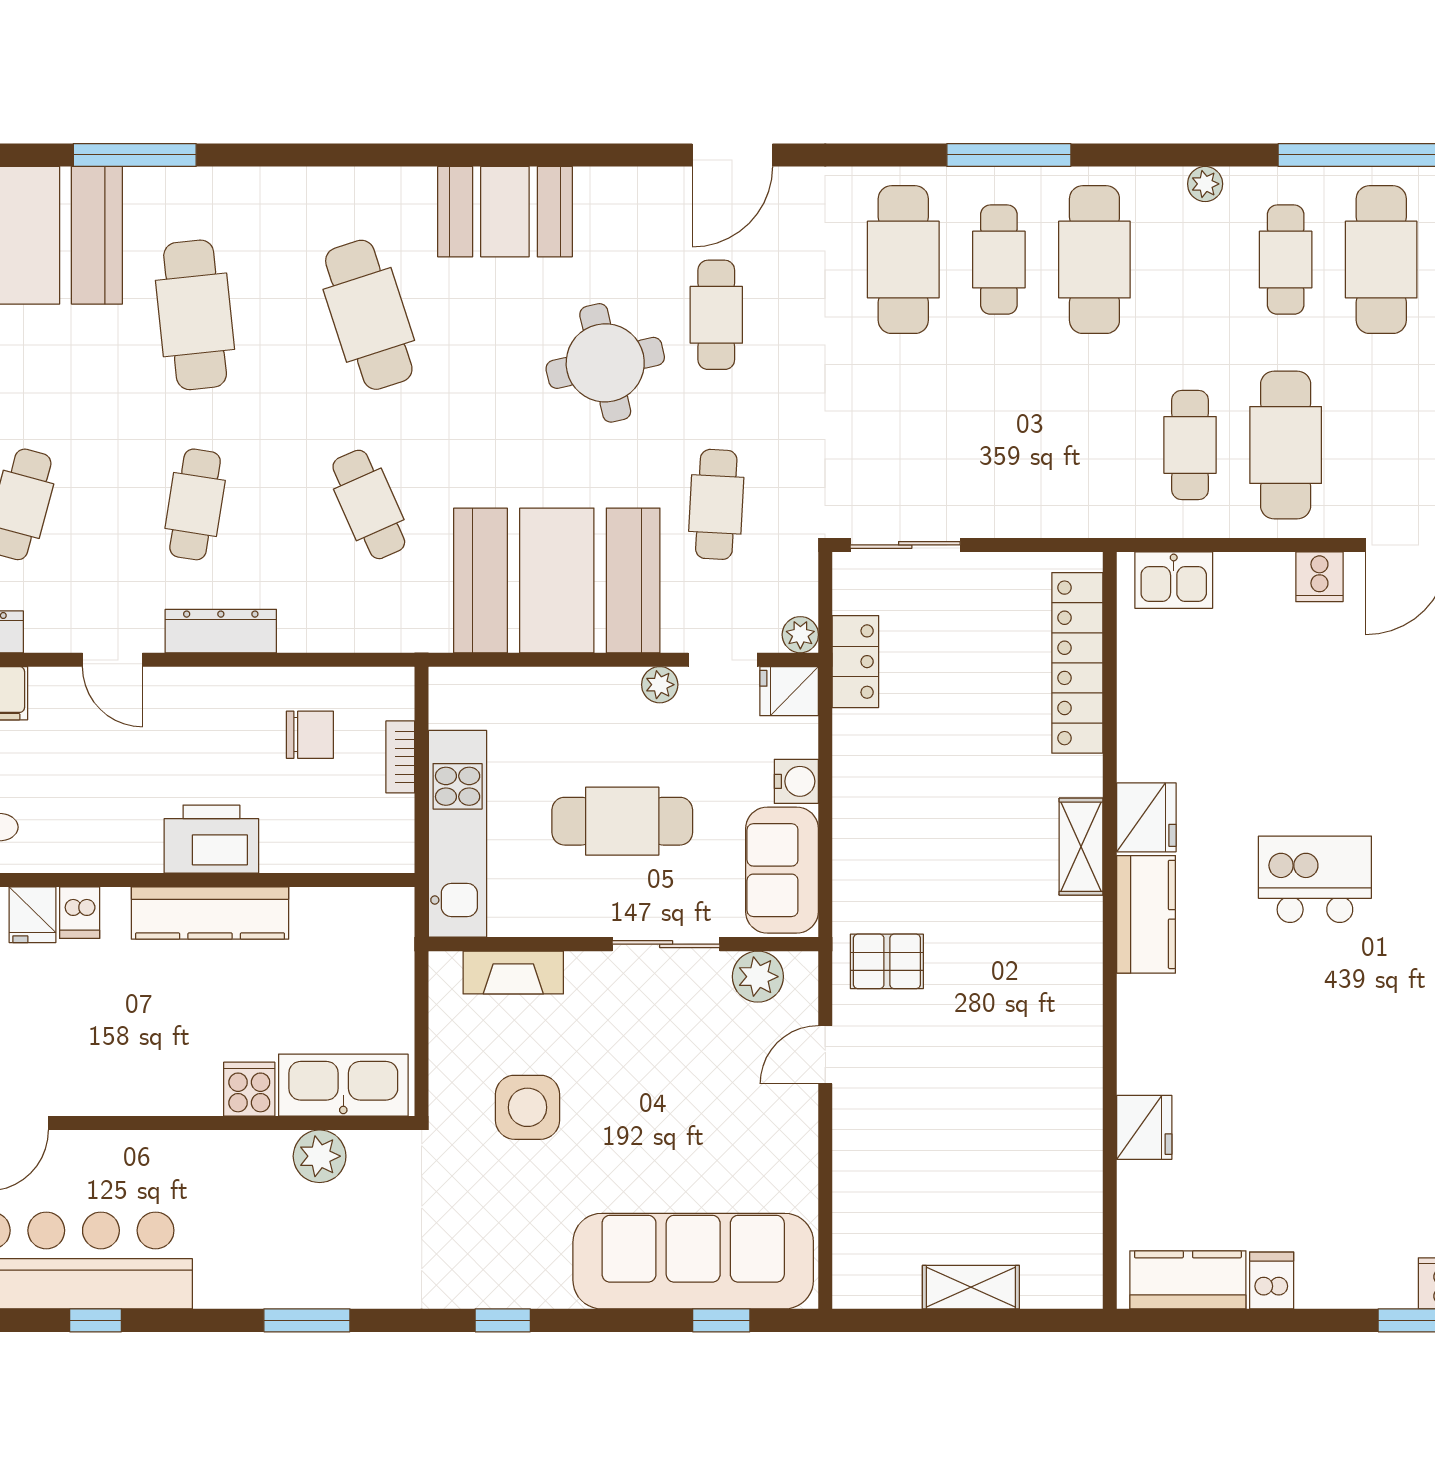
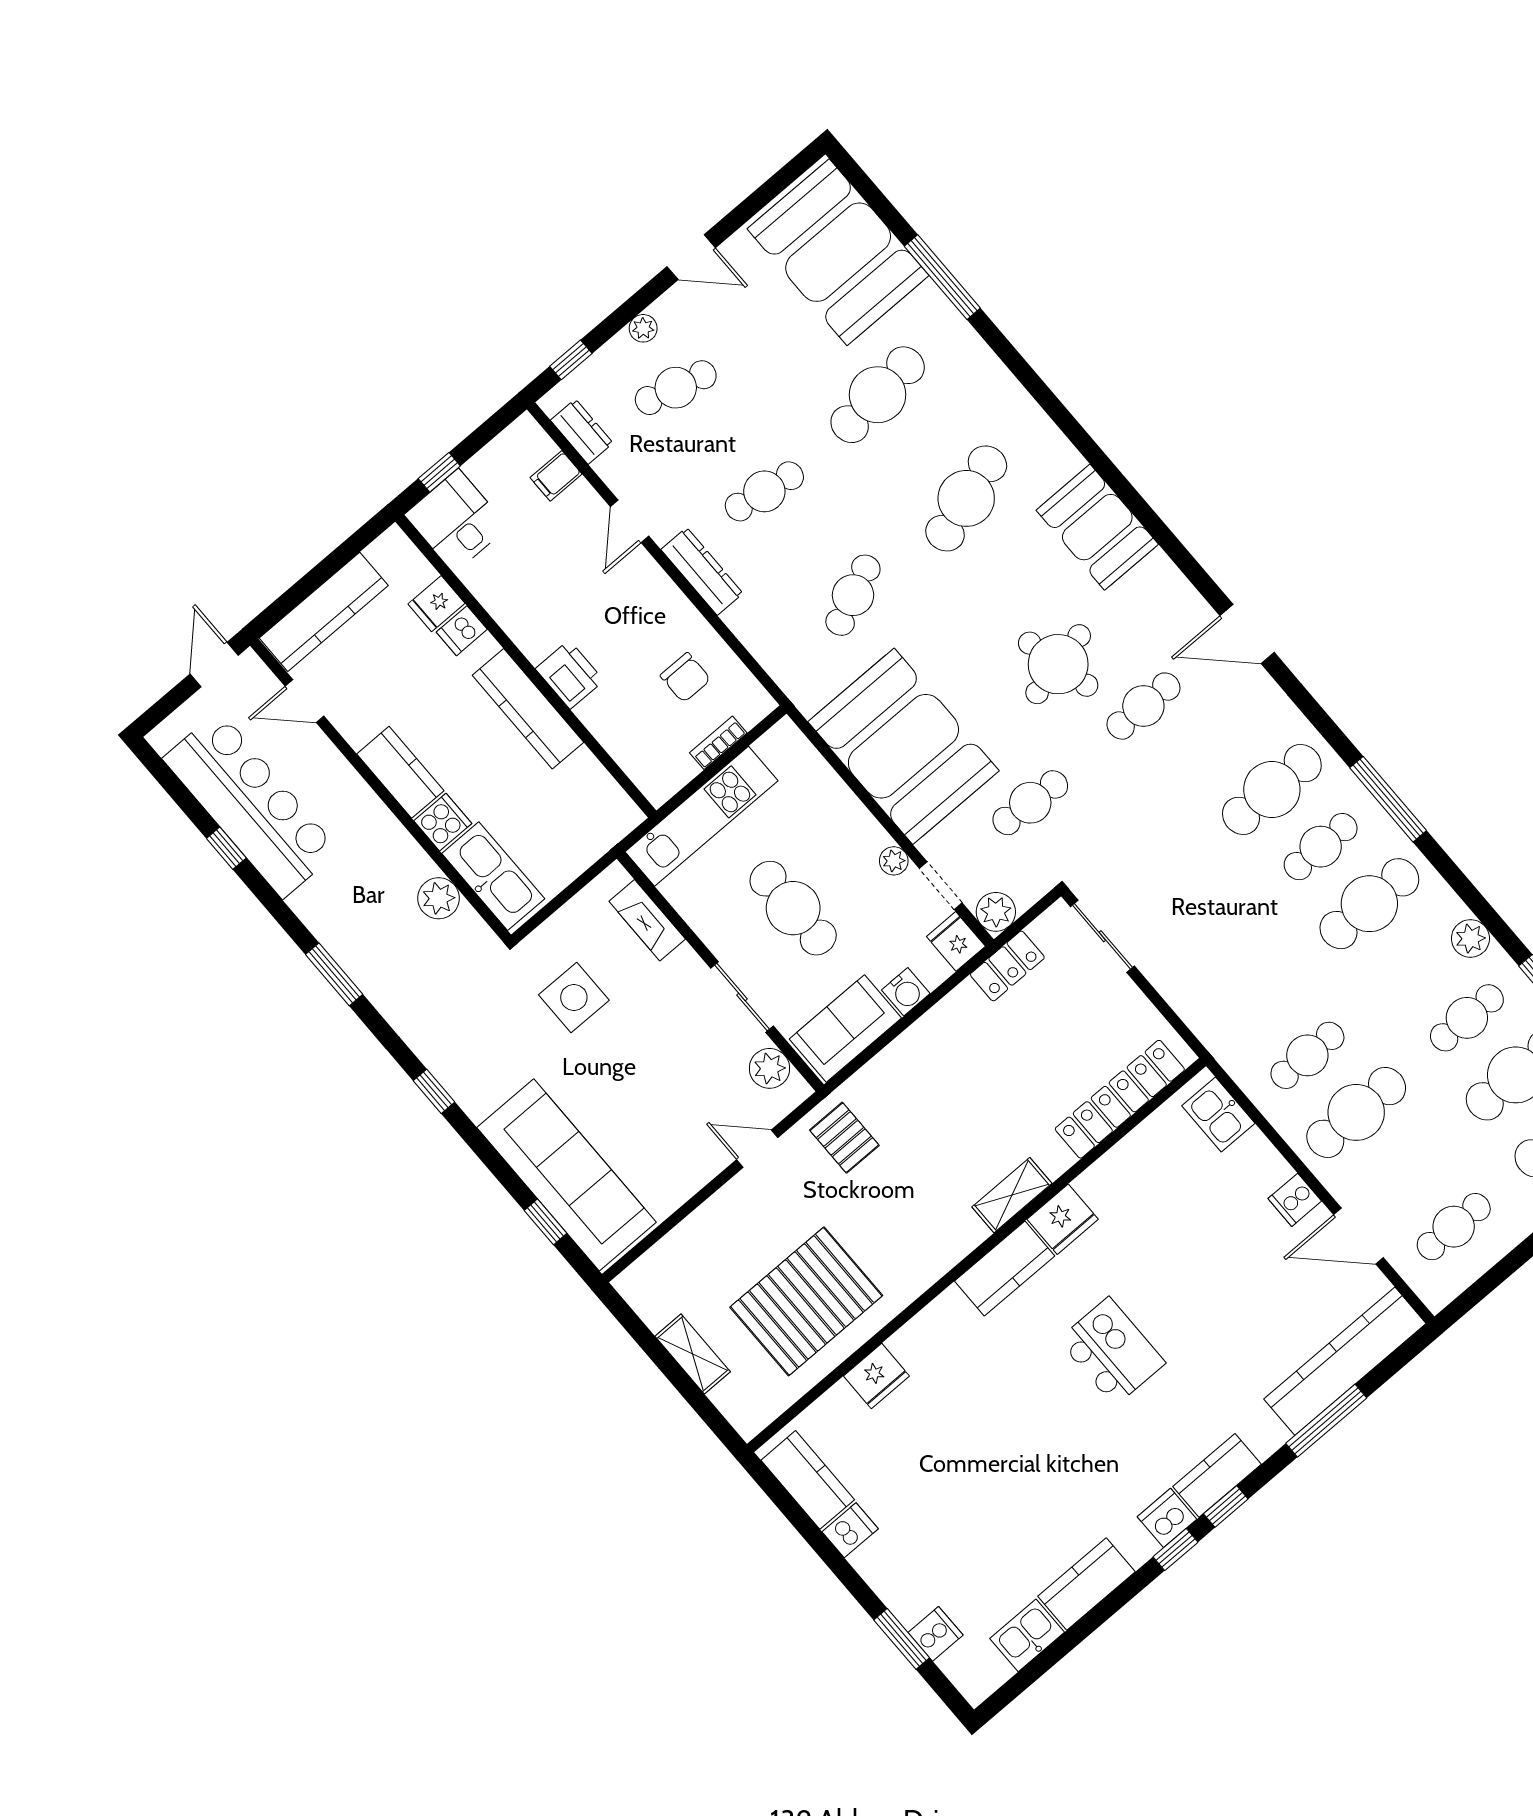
plant: (1205, 184) -> (1470, 938), width x1.38, depth x1.38
plant: (800, 635) -> (996, 912), width x1.38, depth x1.38
printer: (211, 839) -> (570, 675), width x0.73, depth x0.84
kitchen counter: (166, 1089) -> (400, 772), added
pallet: (1014, 1134) -> (806, 1301), added

